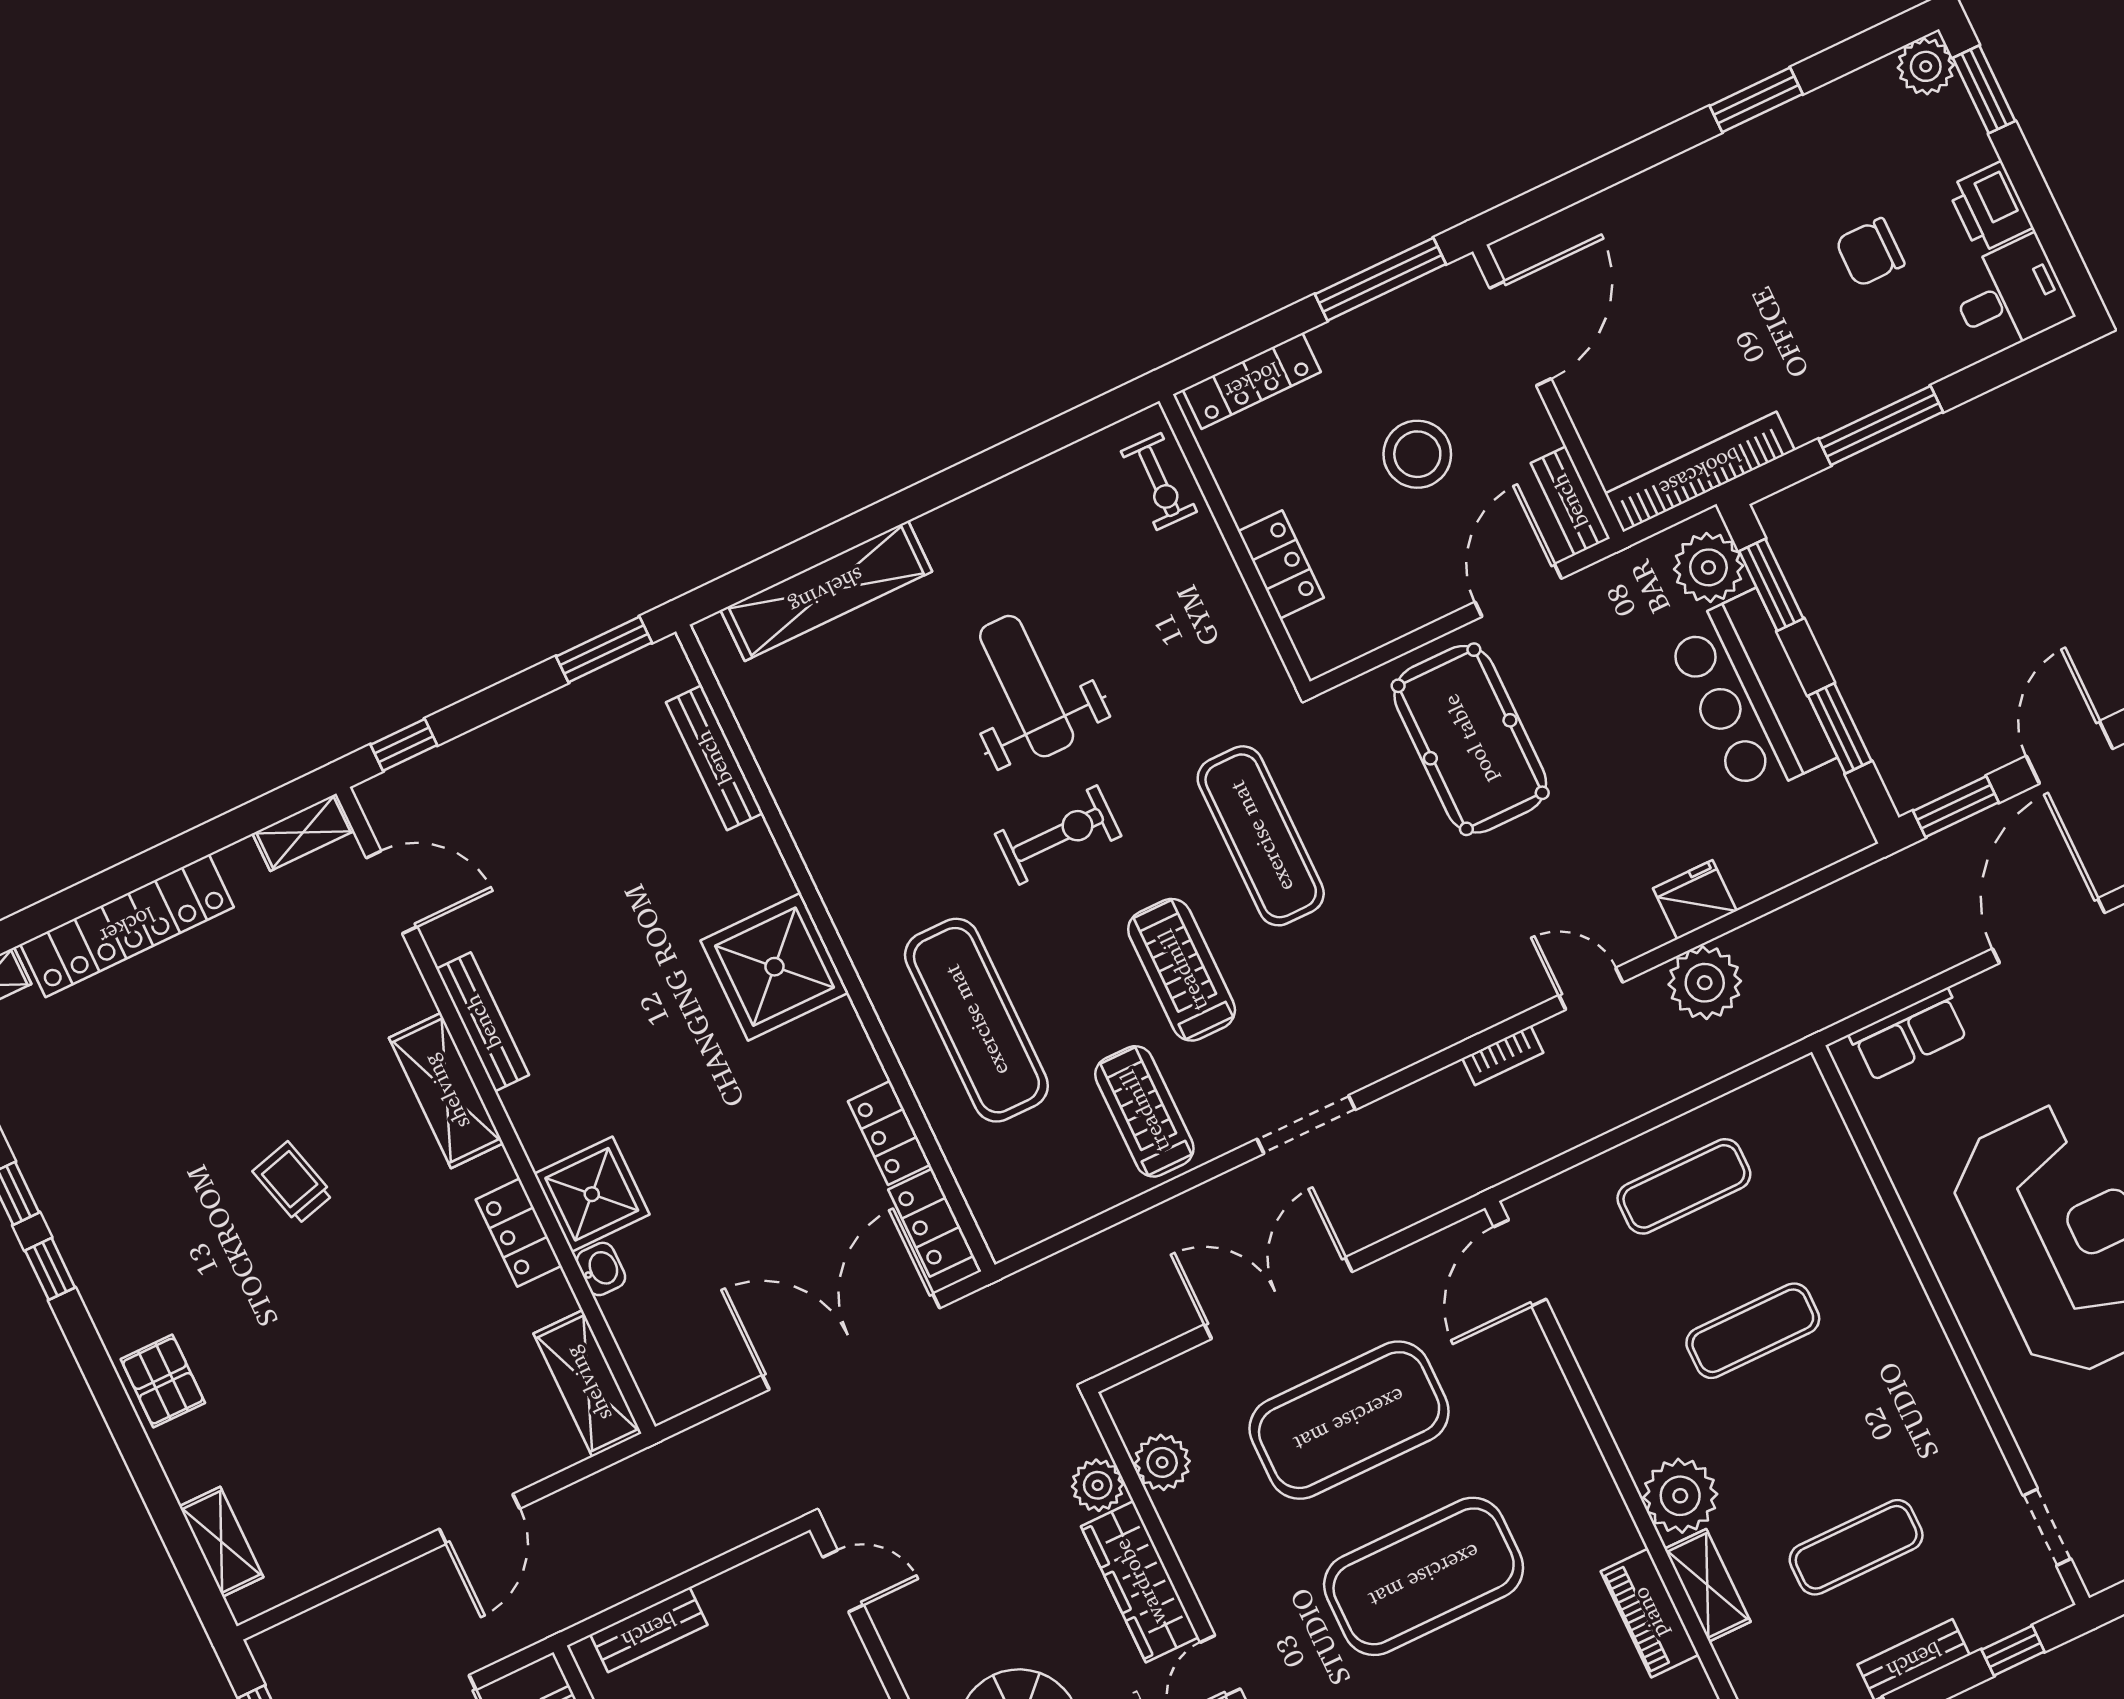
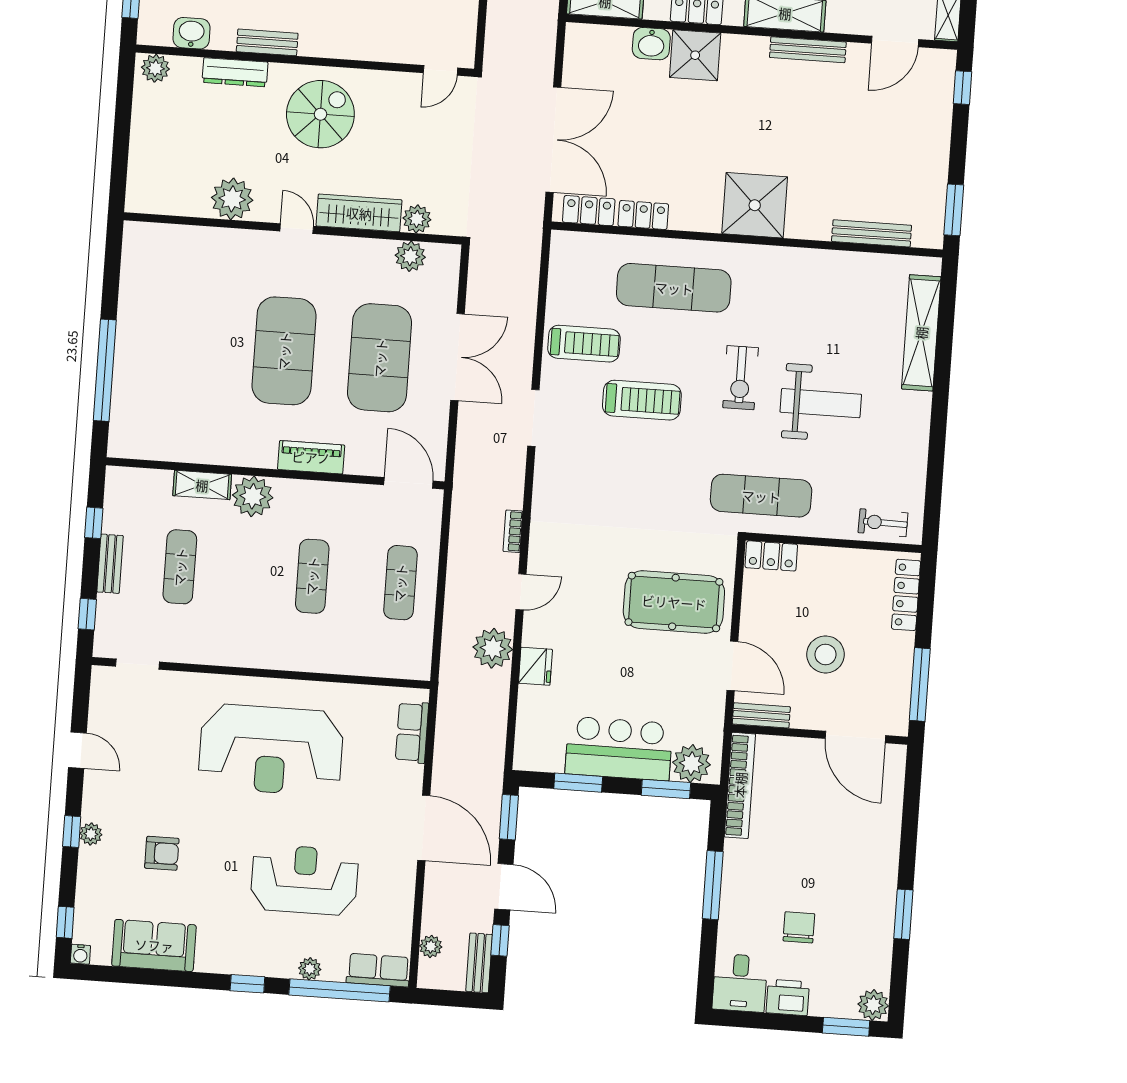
locker: (1281, 565) -> (771, 556), moved
exercise mat: (1261, 836) -> (761, 496), moved
washbasin: (601, 1269) -> (651, 44), width x1.38, depth x1.45
piano: (1650, 1613) -> (311, 457), moved

